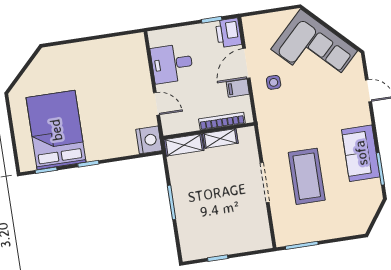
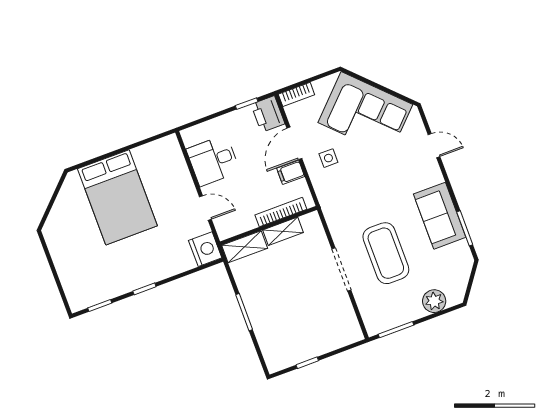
bookcase: (257, 21) -> (296, 94), added
bed: (56, 130) -> (117, 197), moved, turned 180
plant: (340, 227) -> (434, 301), added

